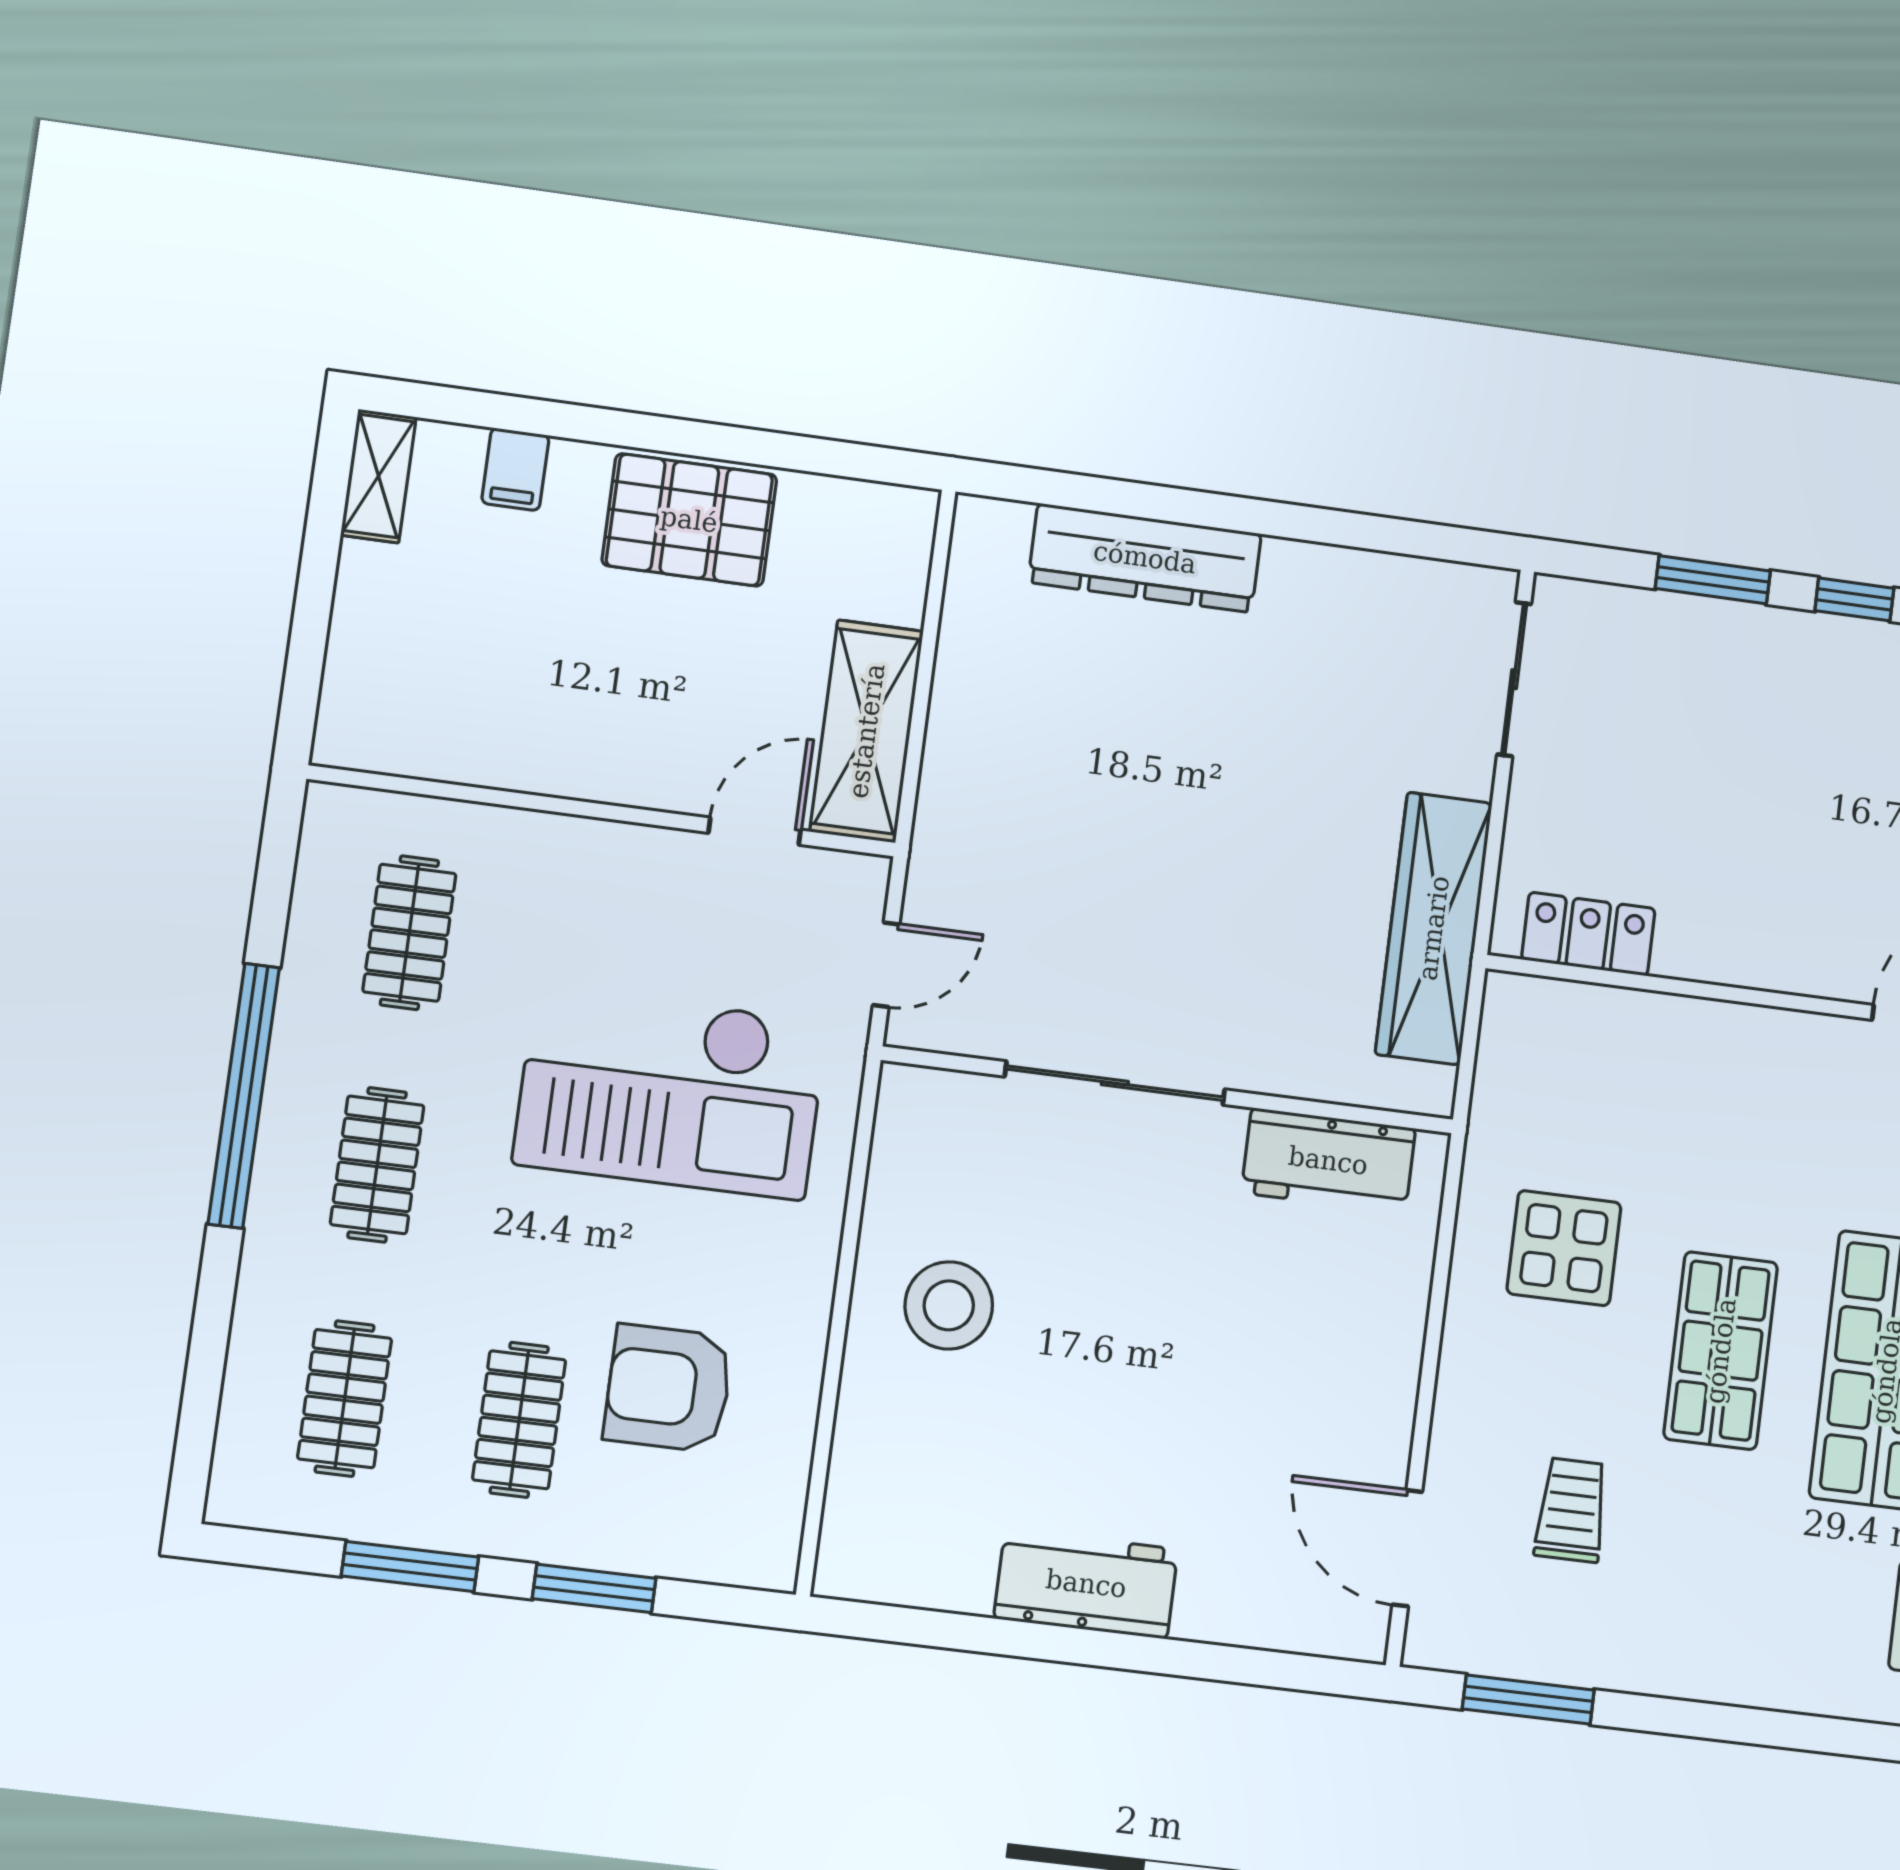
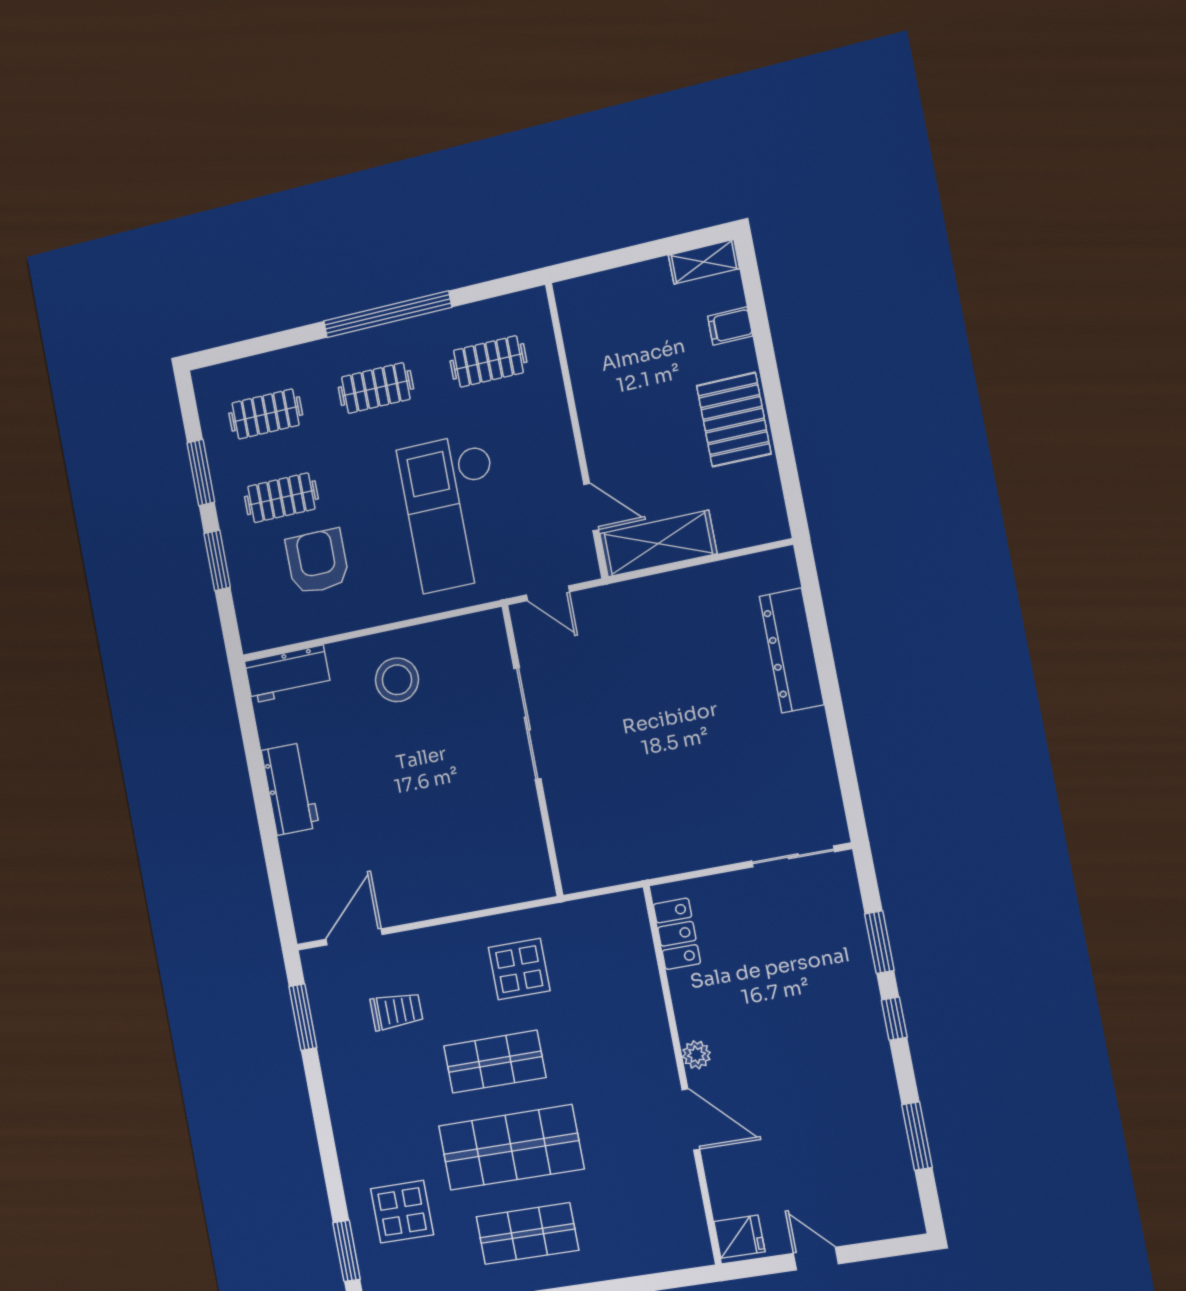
wardrobe: (1434, 928) -> (654, 856), removed
plant: (1816, 971) -> (696, 1055), added
workbench: (1328, 1161) -> (288, 674), moved, turned -90

